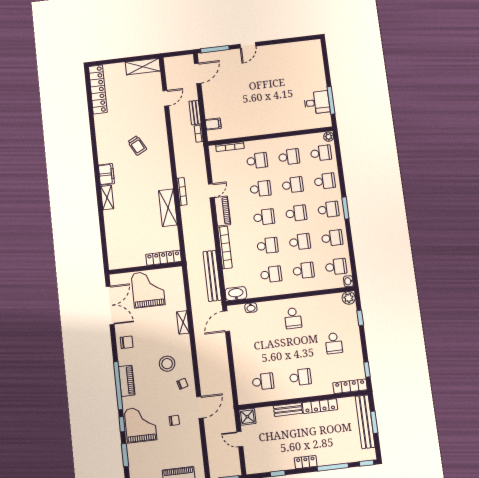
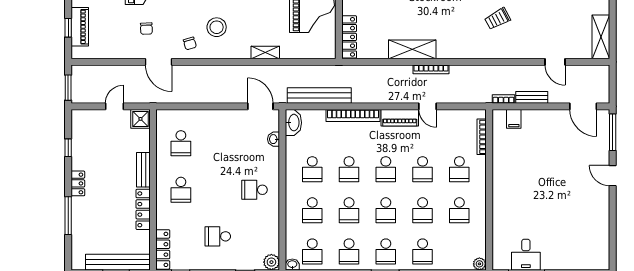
school desk: (321, 153) -> (459, 251), removed
window: (367, 463) -> (68, 257), removed

